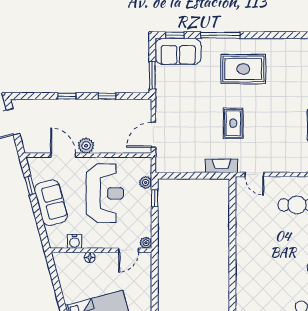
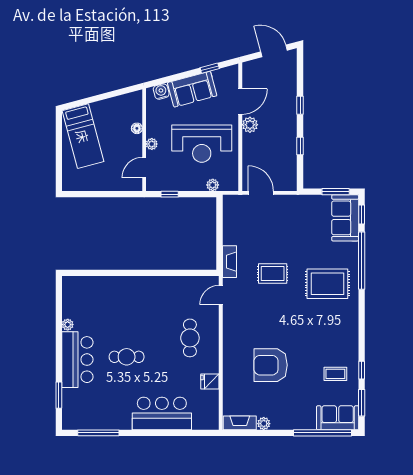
window: (220, 35) -> (362, 261), width x1.46
rug: (243, 69) -> (327, 284), turned 90
window: (152, 75) -> (336, 192), moved
window: (155, 198) -> (170, 194), moved
water cooler: (74, 241) -> (161, 92), moved, turned 75
plant: (146, 243) -> (152, 144), moved
door: (129, 250) -> (144, 168), hinge flipped

